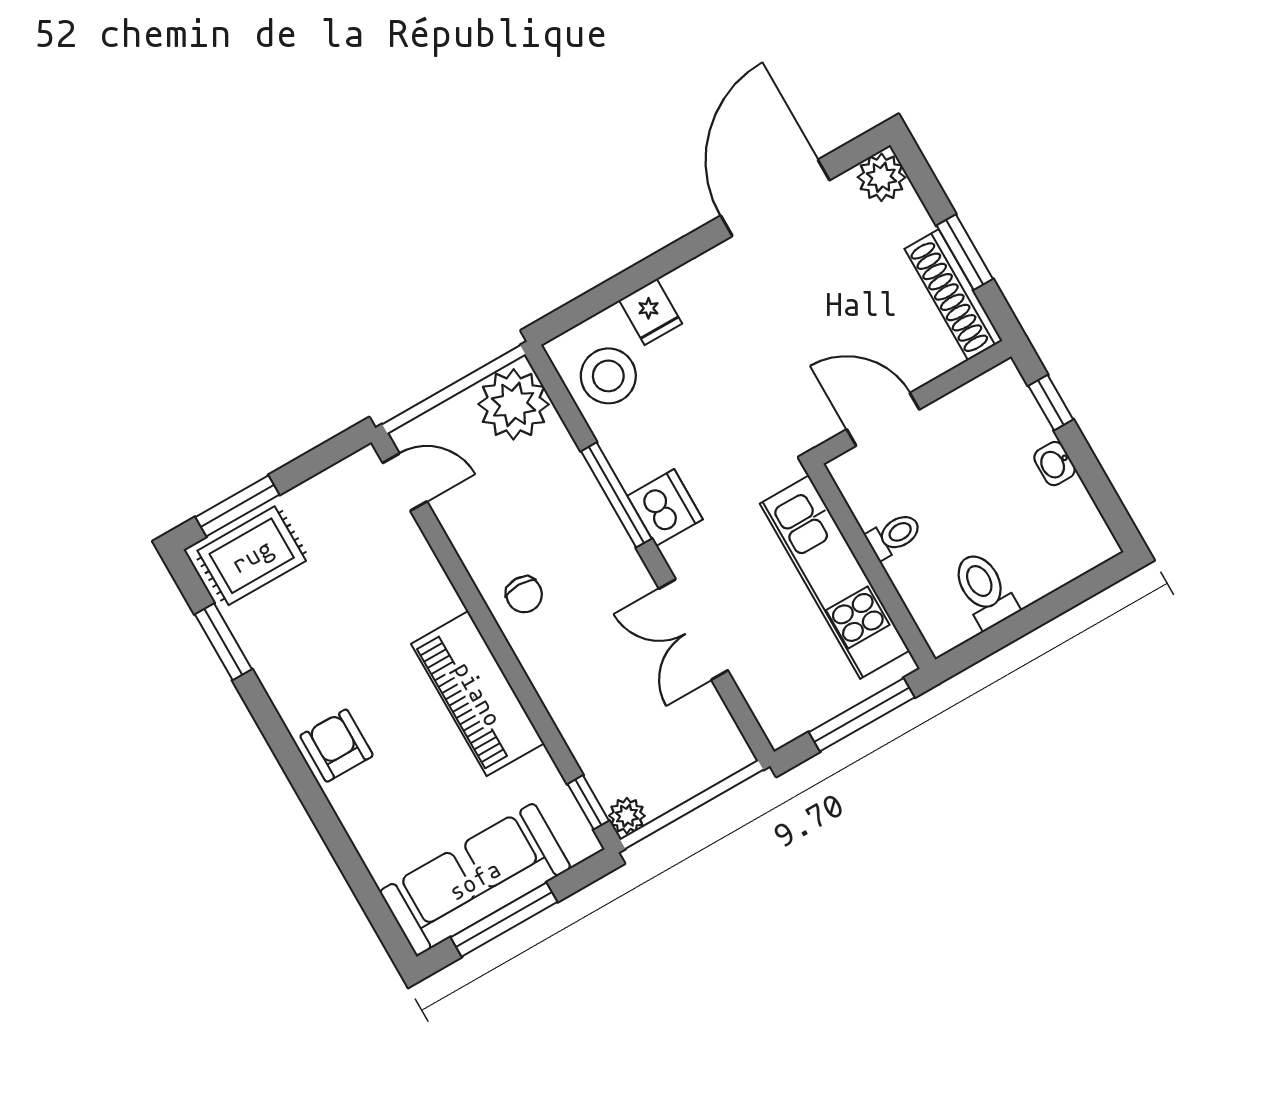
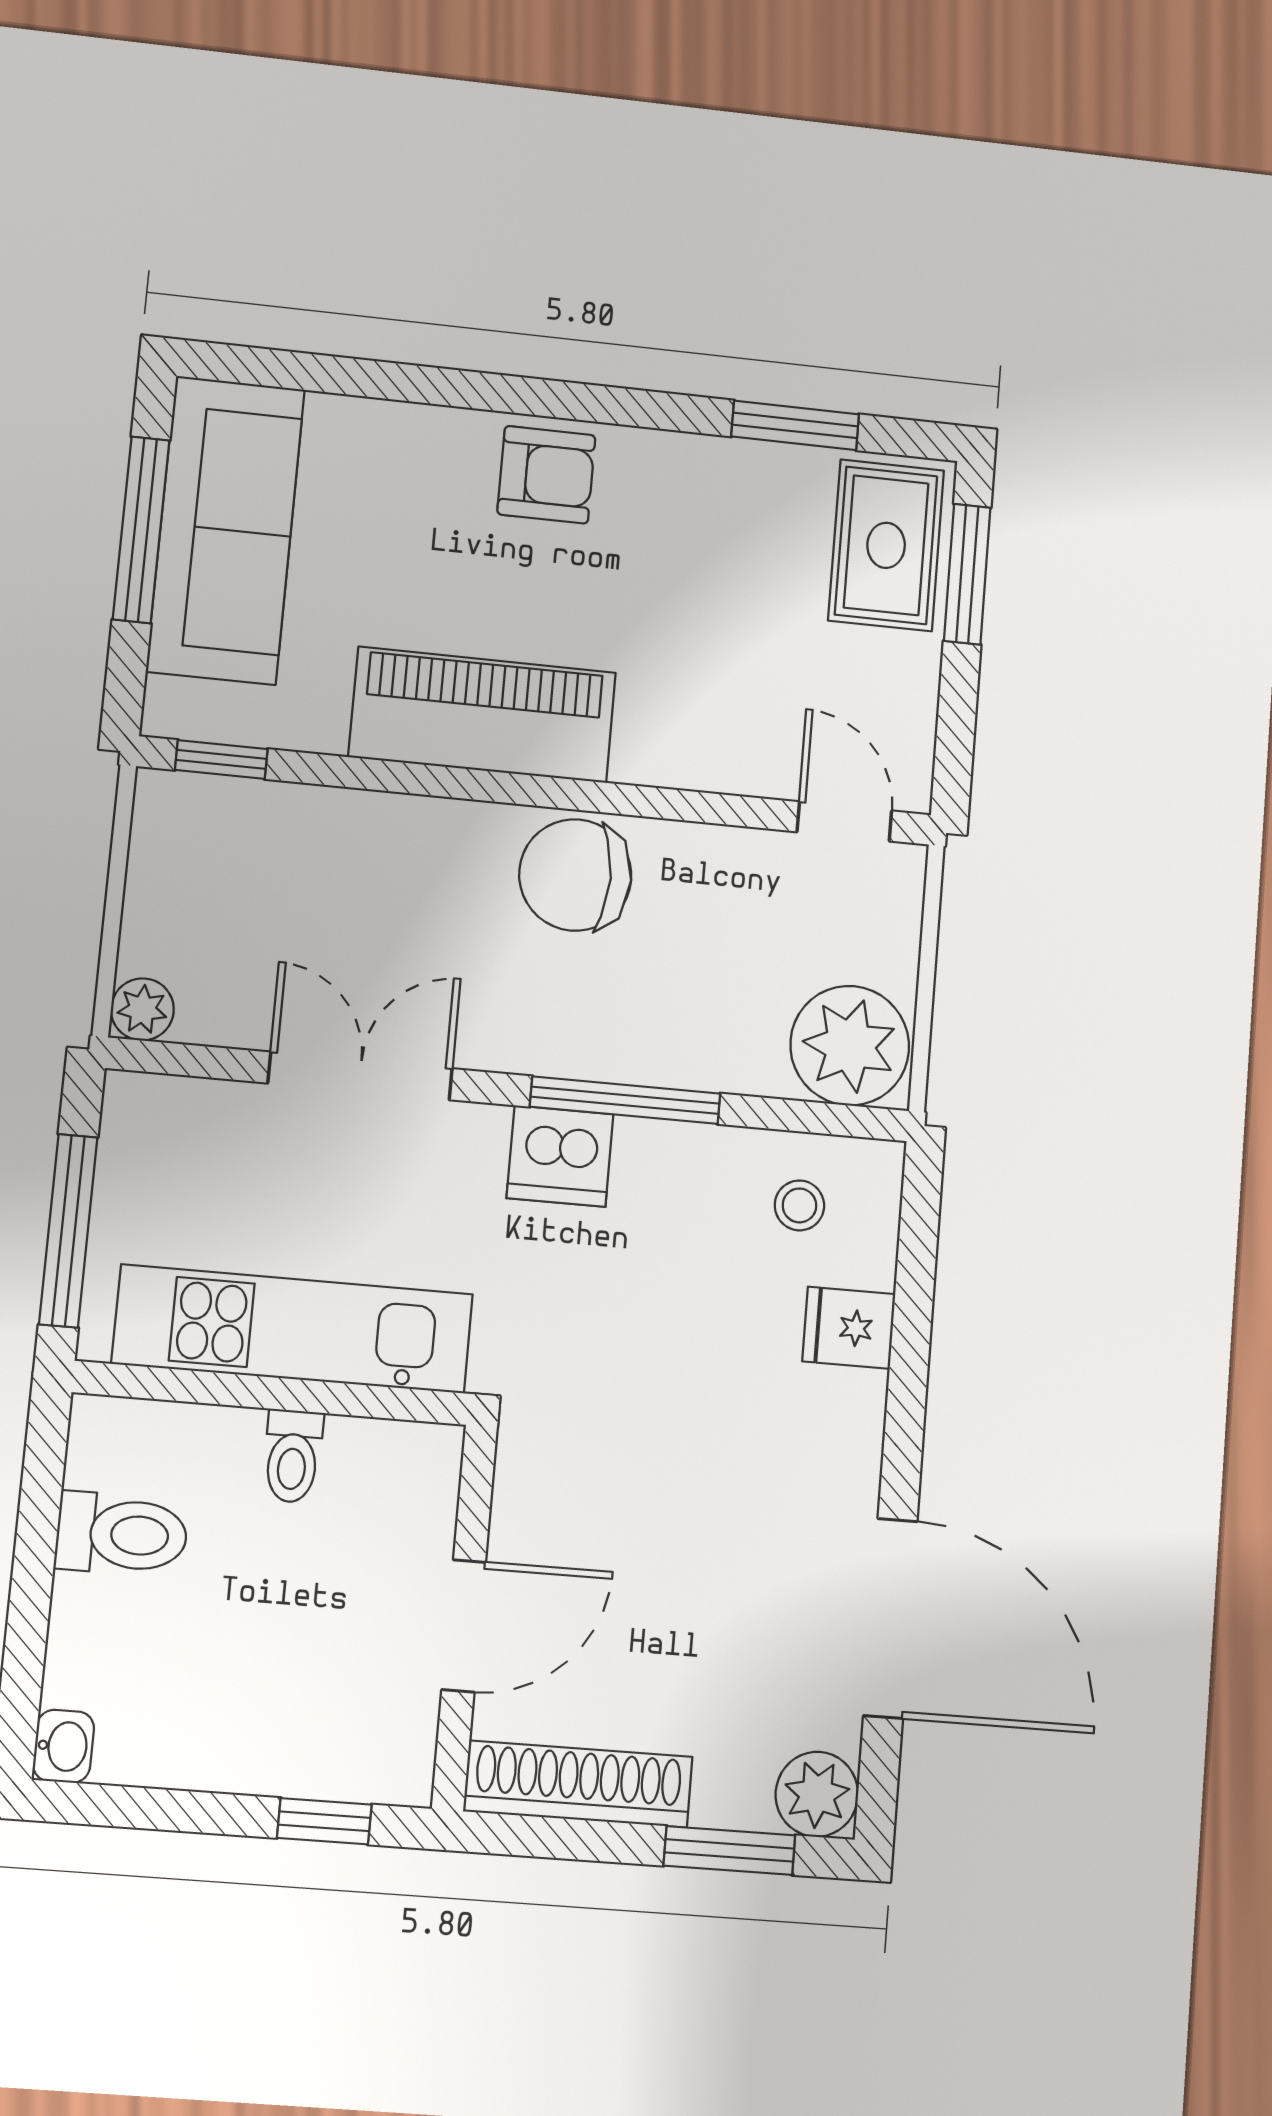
window: (965, 252) -> (729, 1850), moved
stool: (608, 376) -> (799, 1205), width x0.53, depth x0.53
door: (883, 419) -> (464, 1626), moved
washbasin: (1055, 464) -> (63, 1746), moved, turned 90
door: (405, 482) -> (844, 821), swing flipped
chair: (524, 594) -> (575, 875), width x1.87, depth x1.87
plant: (627, 816) -> (142, 1009), moved

